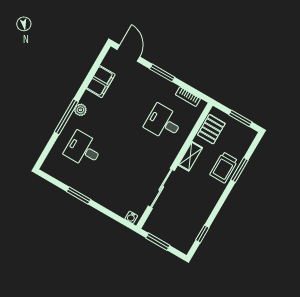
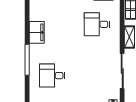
filing cabinet: (101, 82) -> (37, 32), moved
plant: (80, 110) -> (34, 49), removed

